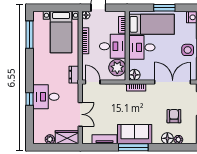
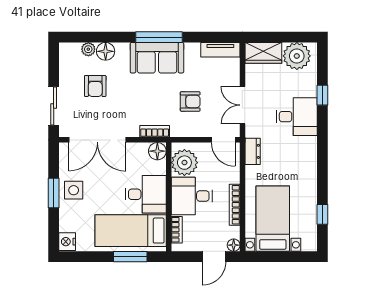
window: (164, 8) -> (130, 257), moved
window: (30, 35) -> (322, 214), width x0.46
window: (30, 99) -> (322, 95), moved
armchair: (114, 106) -> (190, 101), added
double door: (80, 114) -> (242, 105), moved
plant: (50, 139) -> (297, 56), width x1.88, depth x1.88
tv unit: (104, 139) -> (220, 50), moved

